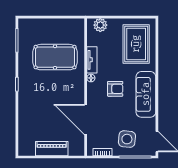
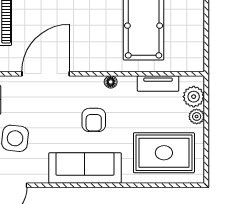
plant: (113, 23) -> (197, 116), added
tv unit: (92, 60) -> (158, 84), moved

